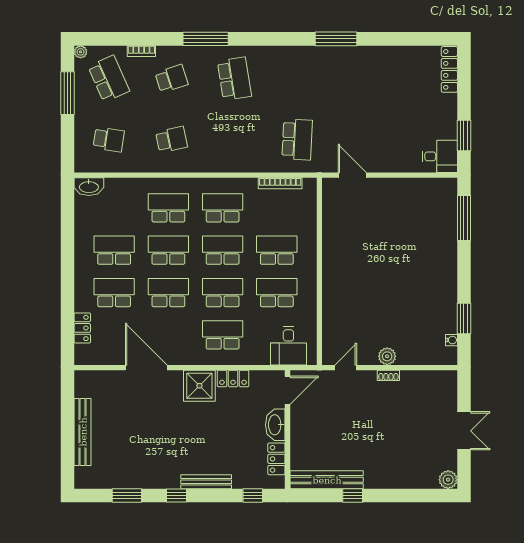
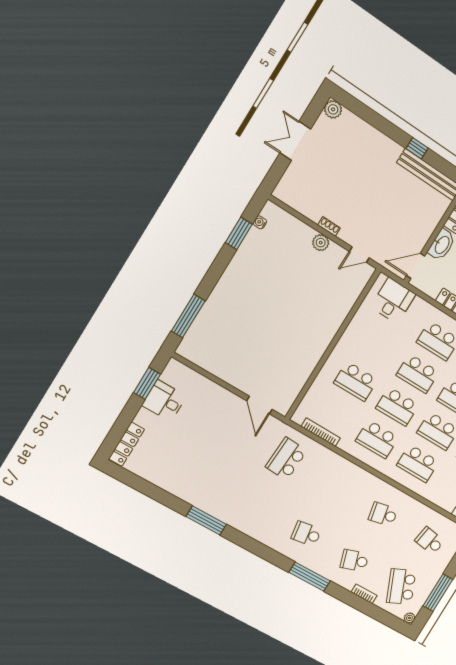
school desk: (234, 79) -> (306, 534), width x0.54
desk: (440, 156) -> (164, 401), moved
school desk: (277, 293) -> (376, 348), removed

